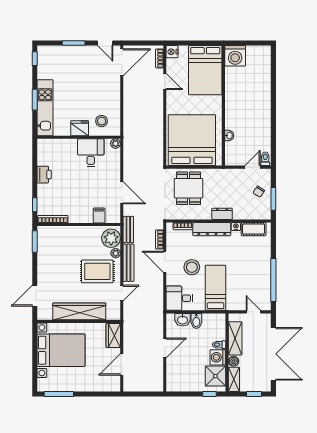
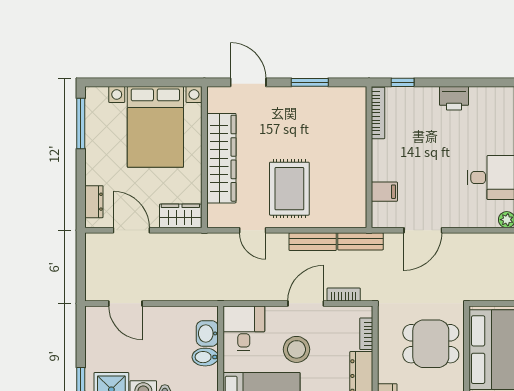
plant: (111, 238) -> (346, 212), removed
window: (35, 242) -> (310, 82), moved
plant: (116, 253) -> (320, 220), removed
bench: (128, 263) -> (313, 242), width x0.73
door: (165, 348) -> (125, 303), moved
dresser: (105, 386) -> (94, 202), added

